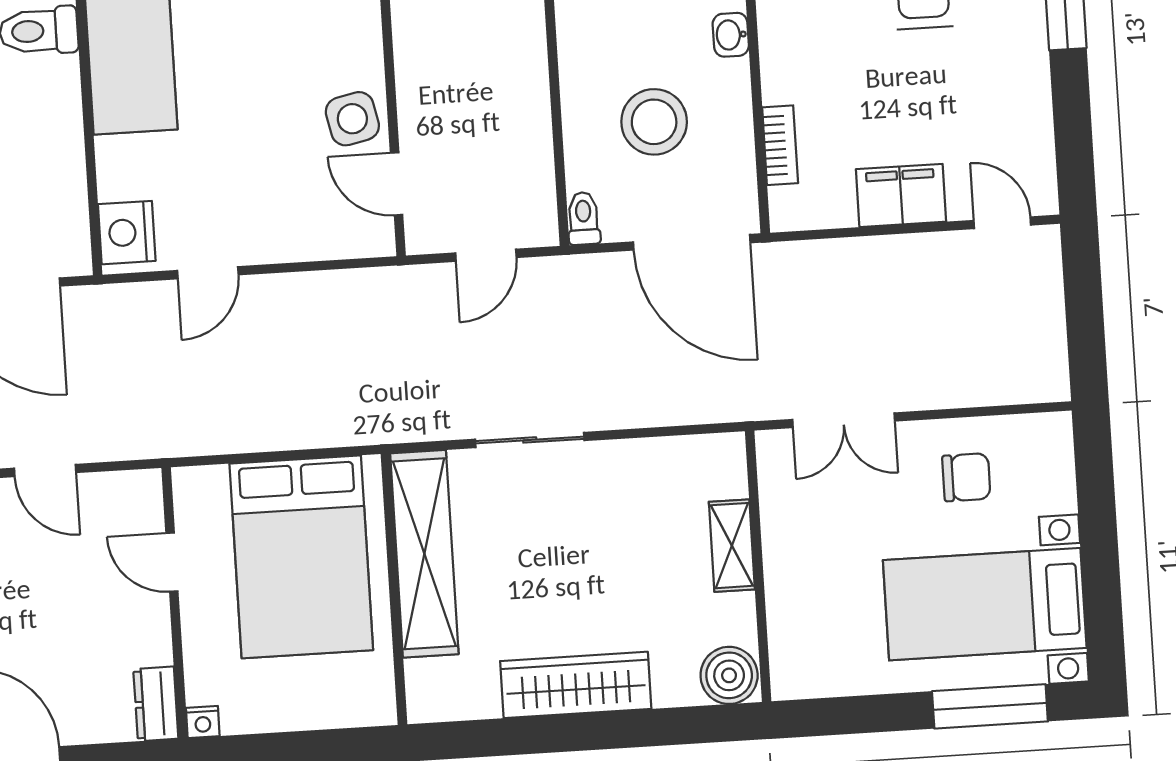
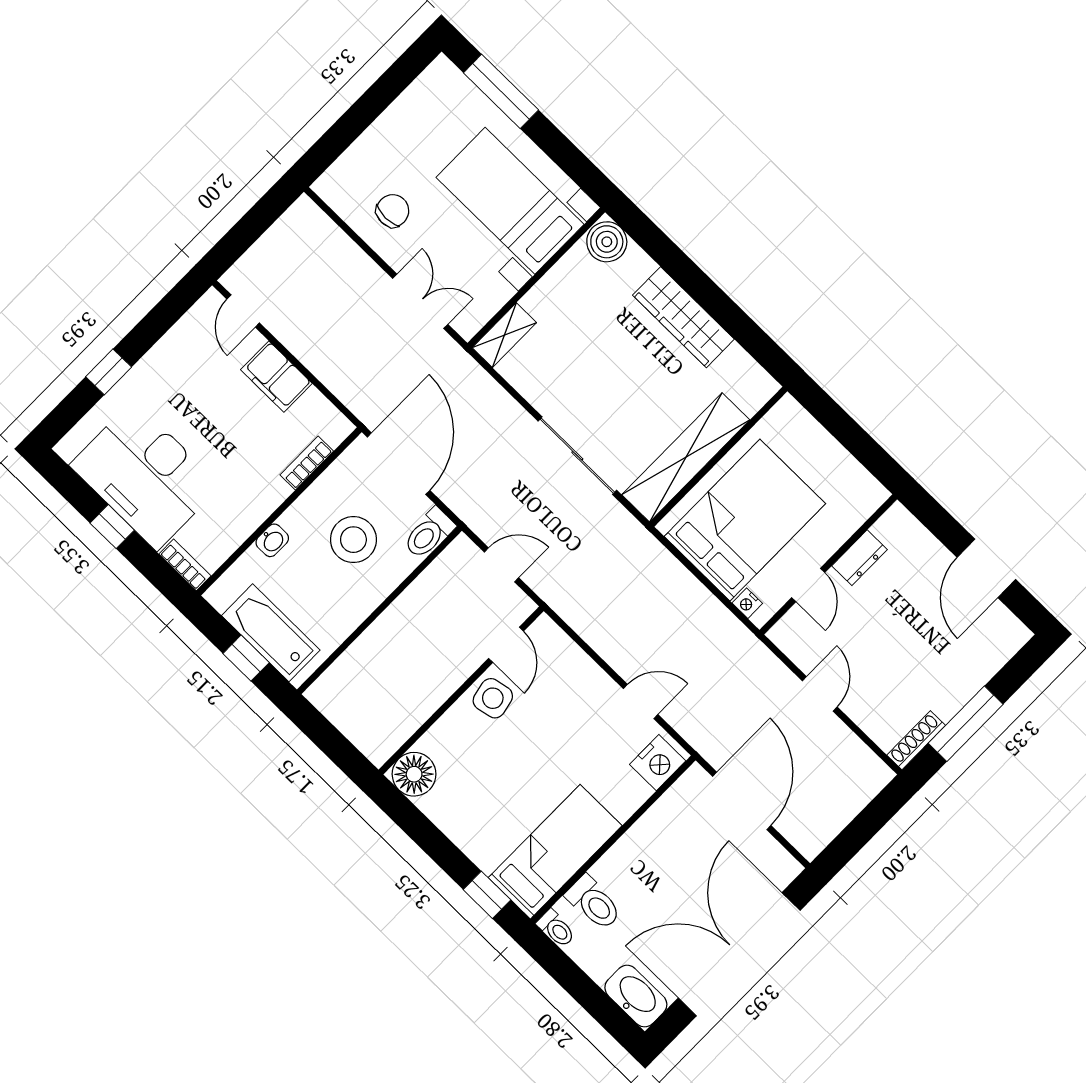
toilet: (584, 218) -> (429, 533), width x1.37, depth x1.39
sliding door: (530, 440) -> (577, 456), width x1.37
chair: (966, 477) -> (393, 211), turned 90
shelving: (732, 546) -> (504, 335), moved
bed with nightstands: (985, 604) -> (510, 201), moved, turned 180
dresser: (156, 704) -> (859, 558), moved
nightstand: (203, 722) -> (747, 603), moved, turned 180

